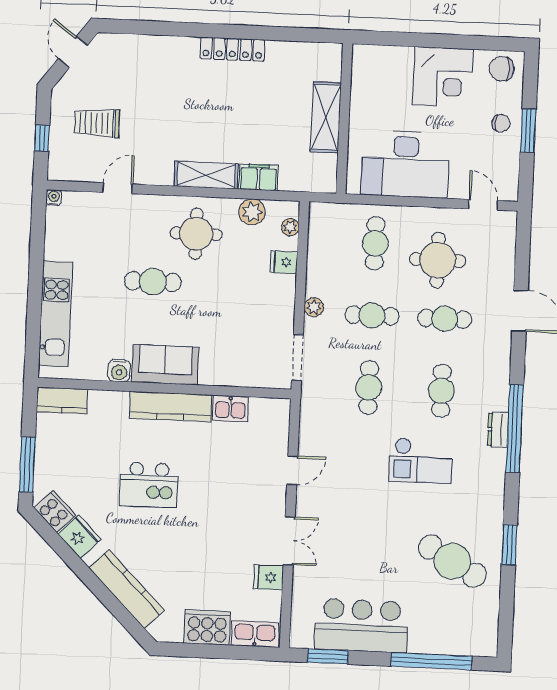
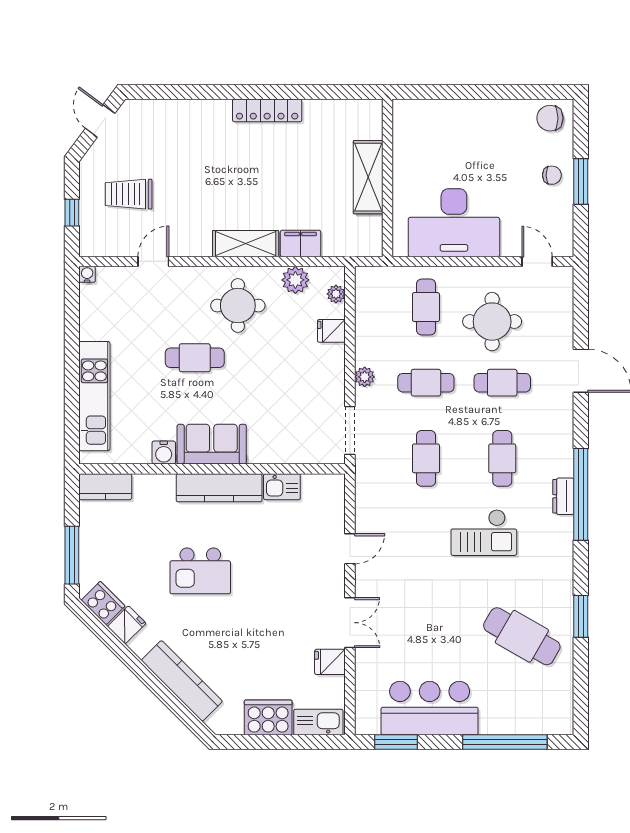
corner desk: (443, 77) -> (489, 129), removed
fridge: (80, 537) -> (127, 625), width x0.72

